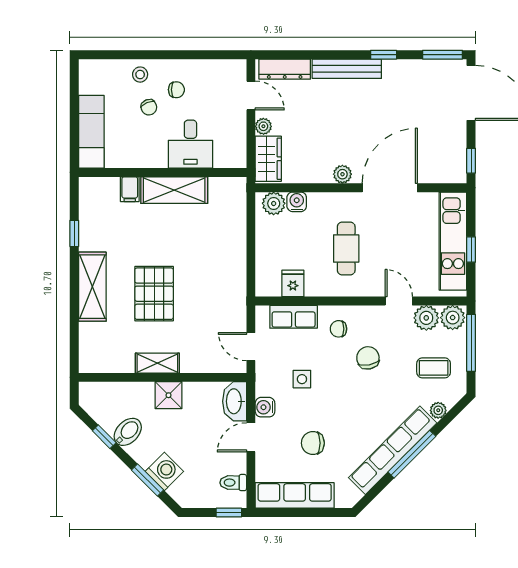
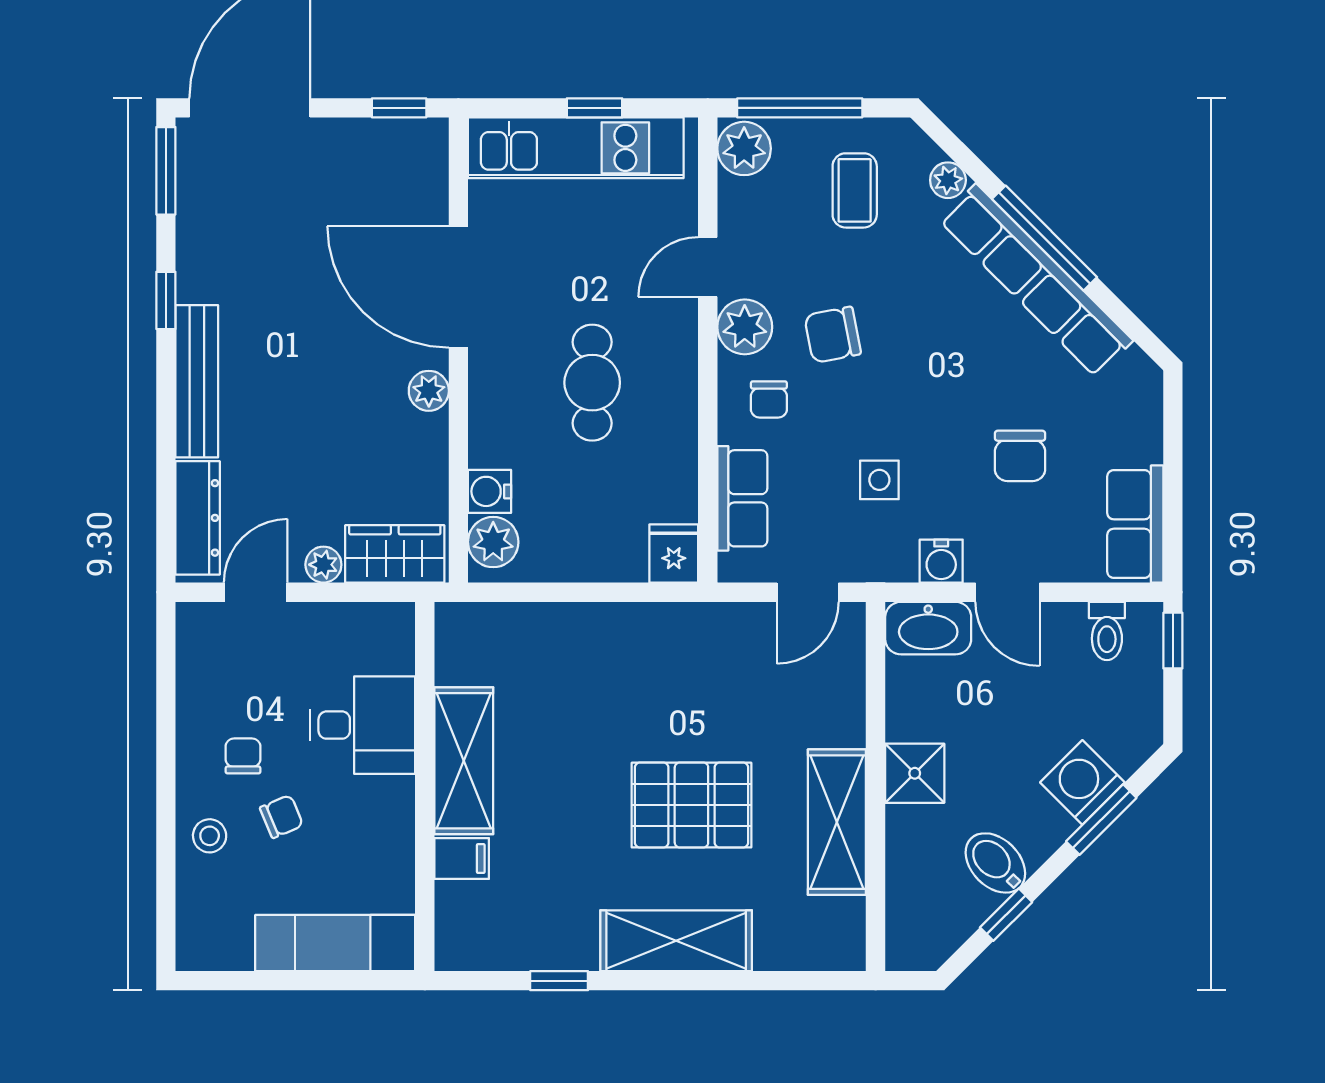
cafe table: (346, 249) -> (592, 383), turned 90
fridge: (293, 283) -> (674, 554), moved, turned 90
plant: (426, 318) -> (745, 327), moved
shelving: (157, 363) -> (837, 822), width x1.50, depth x1.33
row of seats: (295, 495) -> (1135, 524), width x0.68

